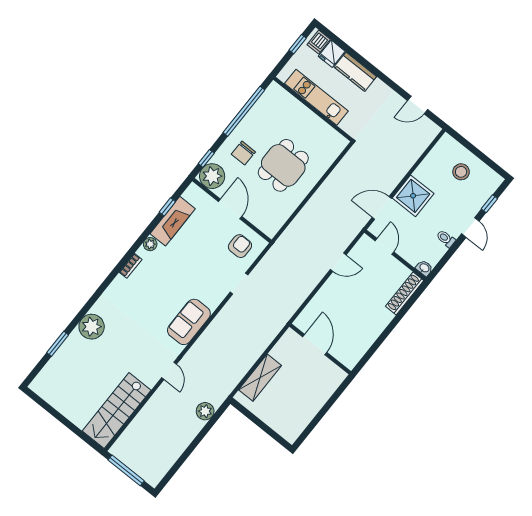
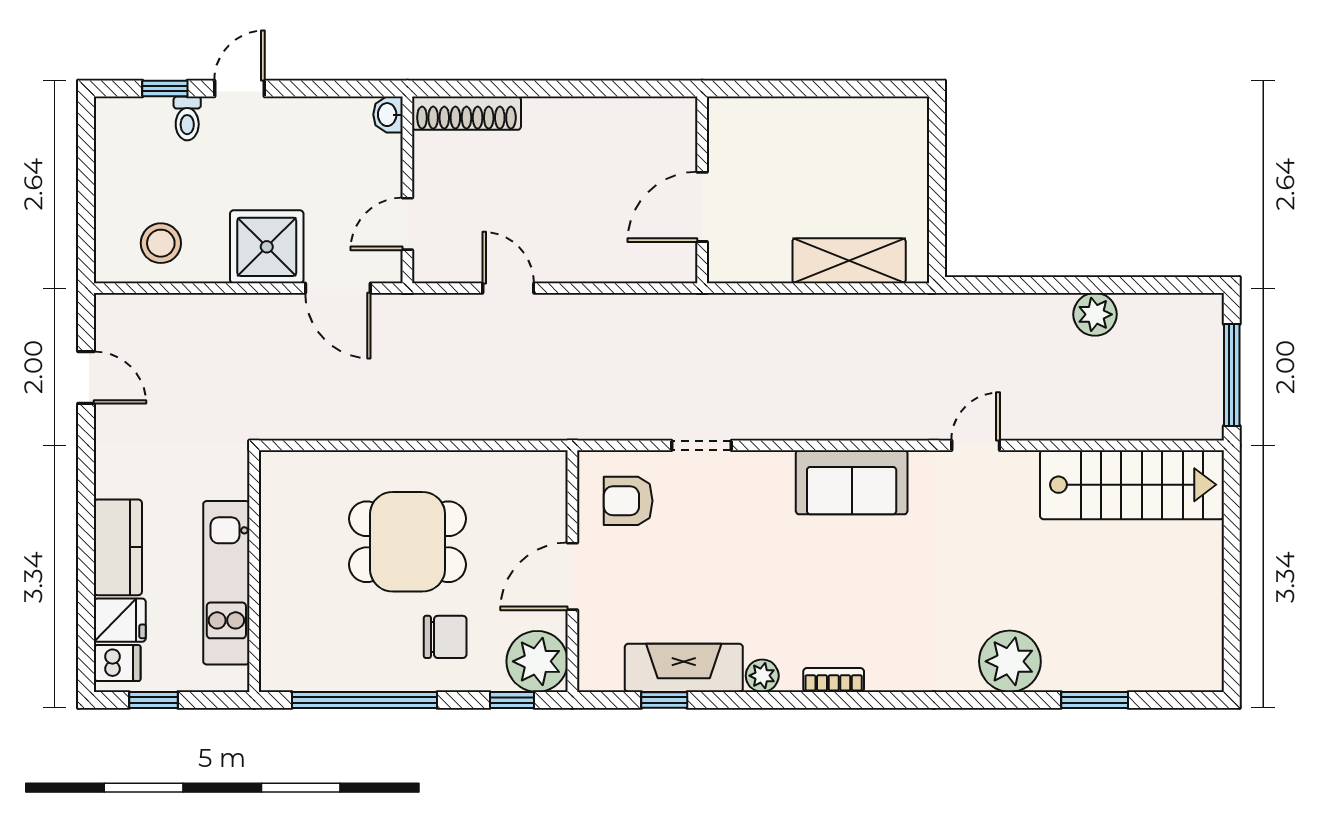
stool: (461, 172) -> (161, 243), moved
toilet: (446, 239) -> (187, 118), moved
plant: (205, 411) -> (1095, 314), moved

